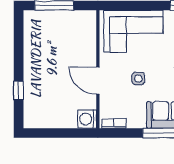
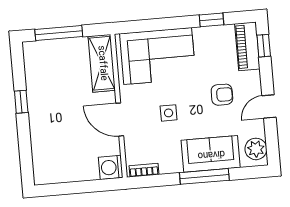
shelving: (87, 33) -> (102, 63), added
window: (19, 90) -> (21, 102), moved

